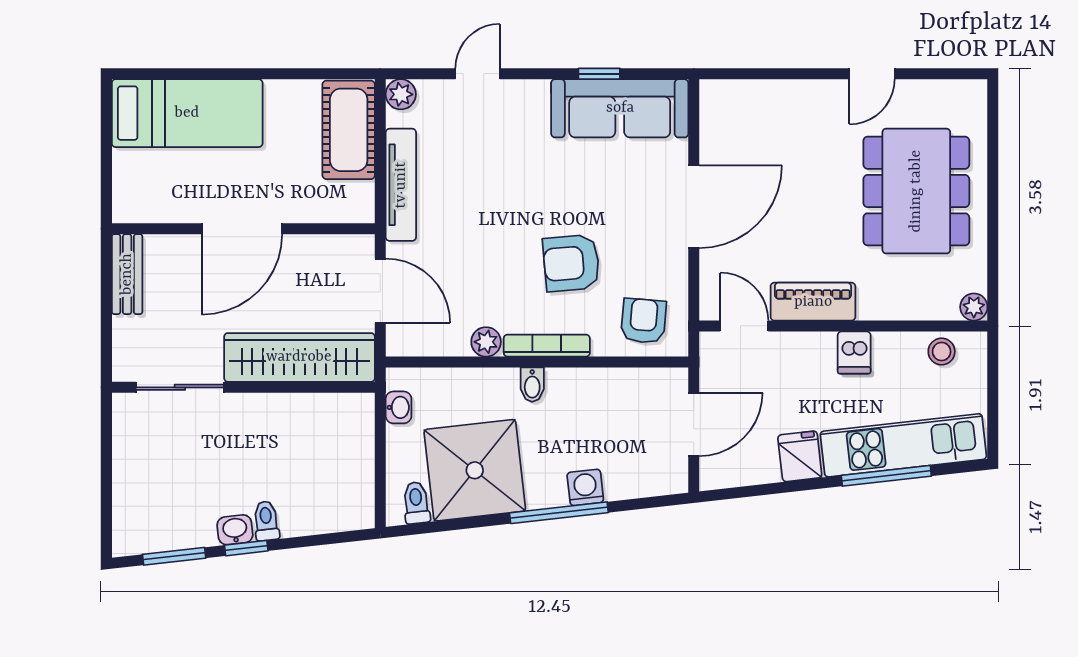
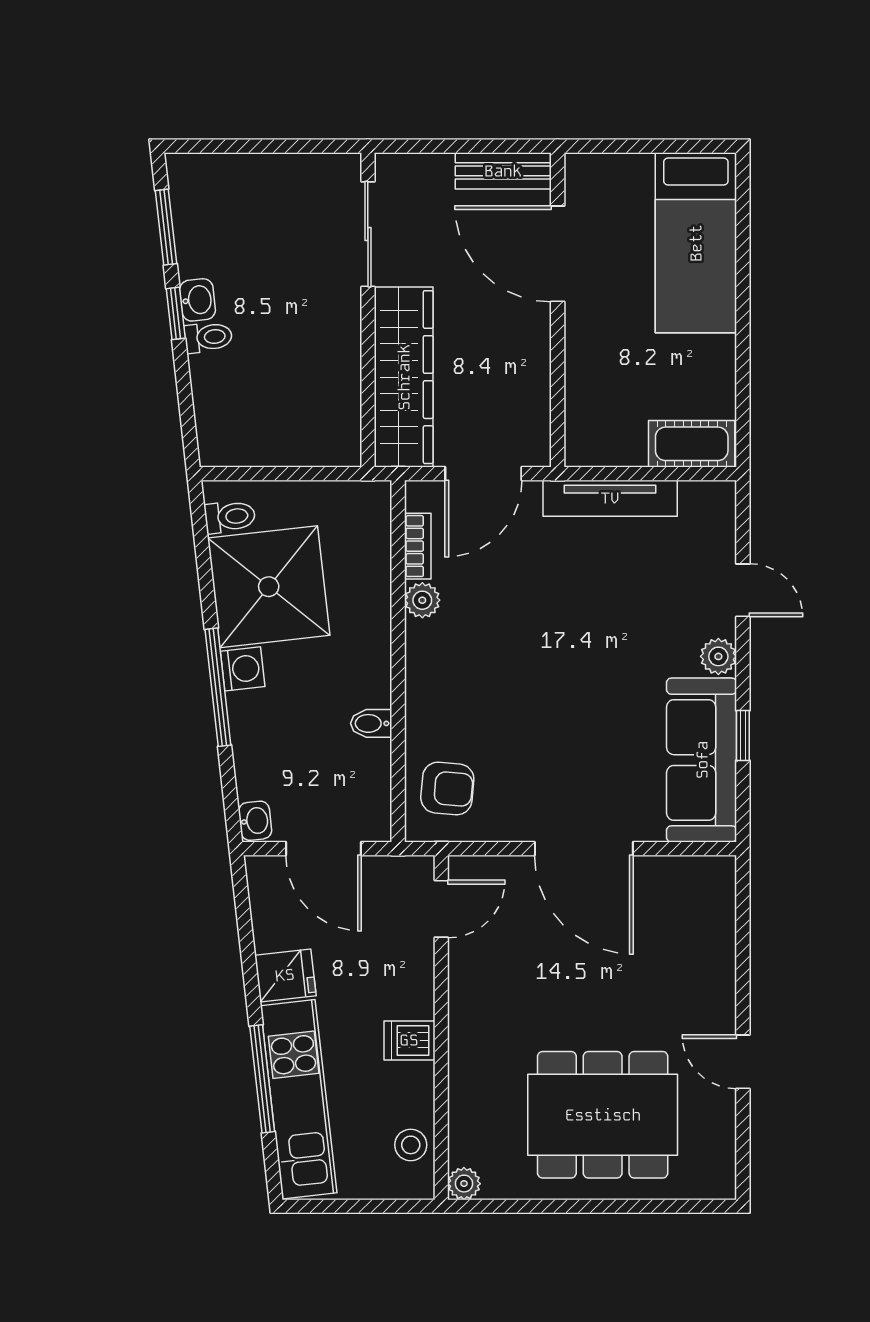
plant: (401, 94) -> (718, 656), moved
cot: (349, 130) -> (692, 444), width x0.73, depth x0.75
door: (242, 229) -> (558, 254), moved
armchair: (571, 263) -> (517, 702), removed
piano: (813, 302) -> (470, 991), removed
bookcase: (547, 346) -> (418, 546), moved, width x0.64
bidet: (532, 385) -> (371, 723), moved
washbasin: (399, 407) -> (255, 821), moved, turned -96
washing machine: (585, 487) -> (243, 669), moved

